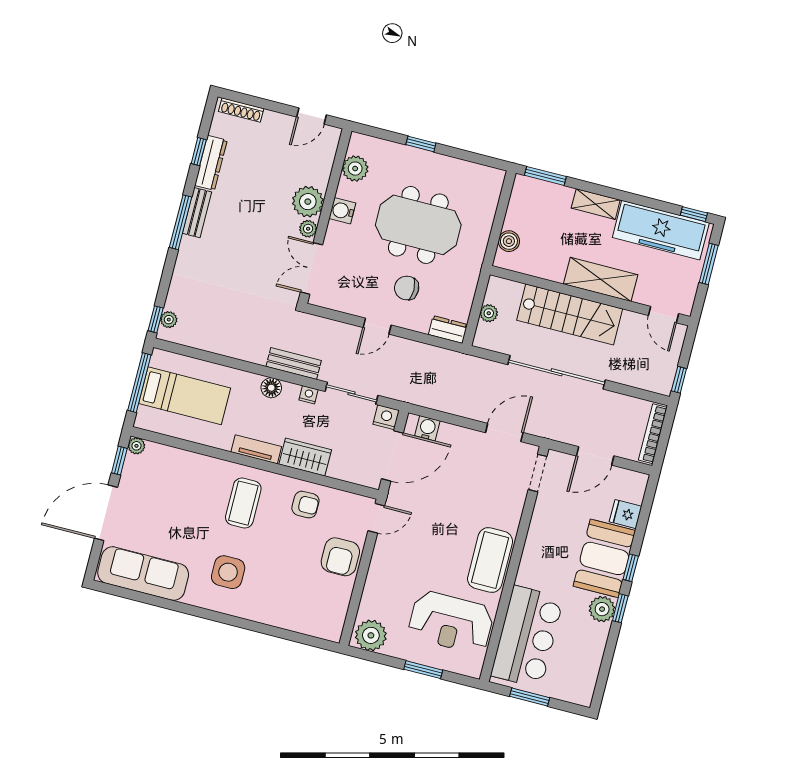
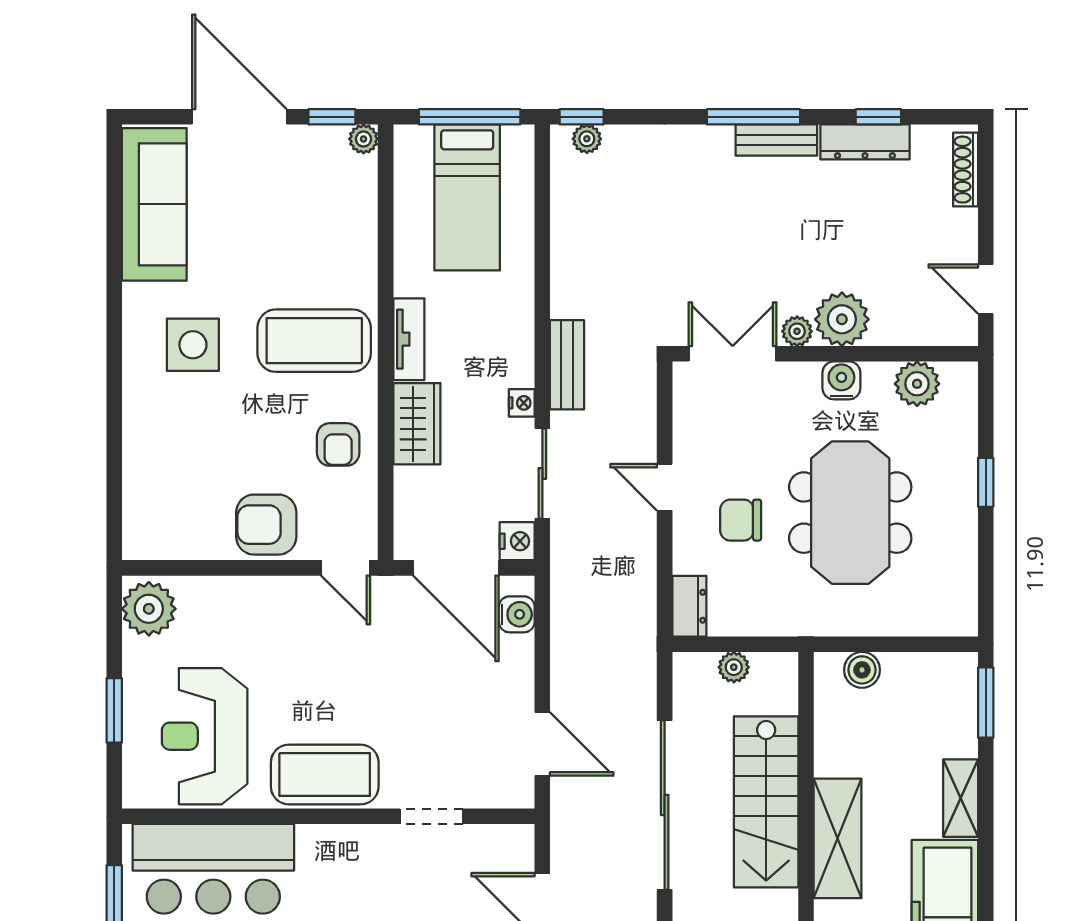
chair: (407, 288) -> (741, 520), turned -90
floor lamp: (271, 388) -> (517, 338), removed
doorway: (538, 473) -> (432, 816), moved
coffee table: (243, 503) -> (314, 341), width x1.36, depth x1.32

